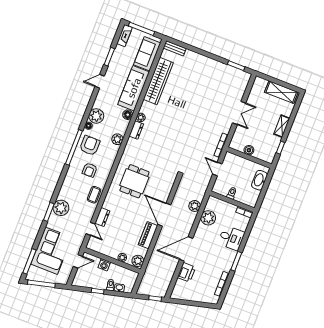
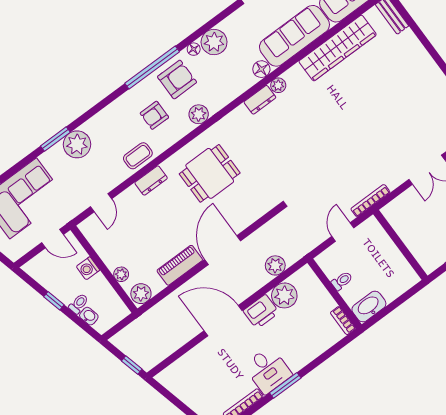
plant: (117, 139) -> (199, 114), moved
boiler: (249, 150) -> (407, 234), removed
washbasin: (259, 180) -> (369, 307), moved
dresser: (102, 217) -> (151, 180), moved
desk: (231, 238) -> (268, 370), moved
printer: (186, 272) -> (261, 312), moved

